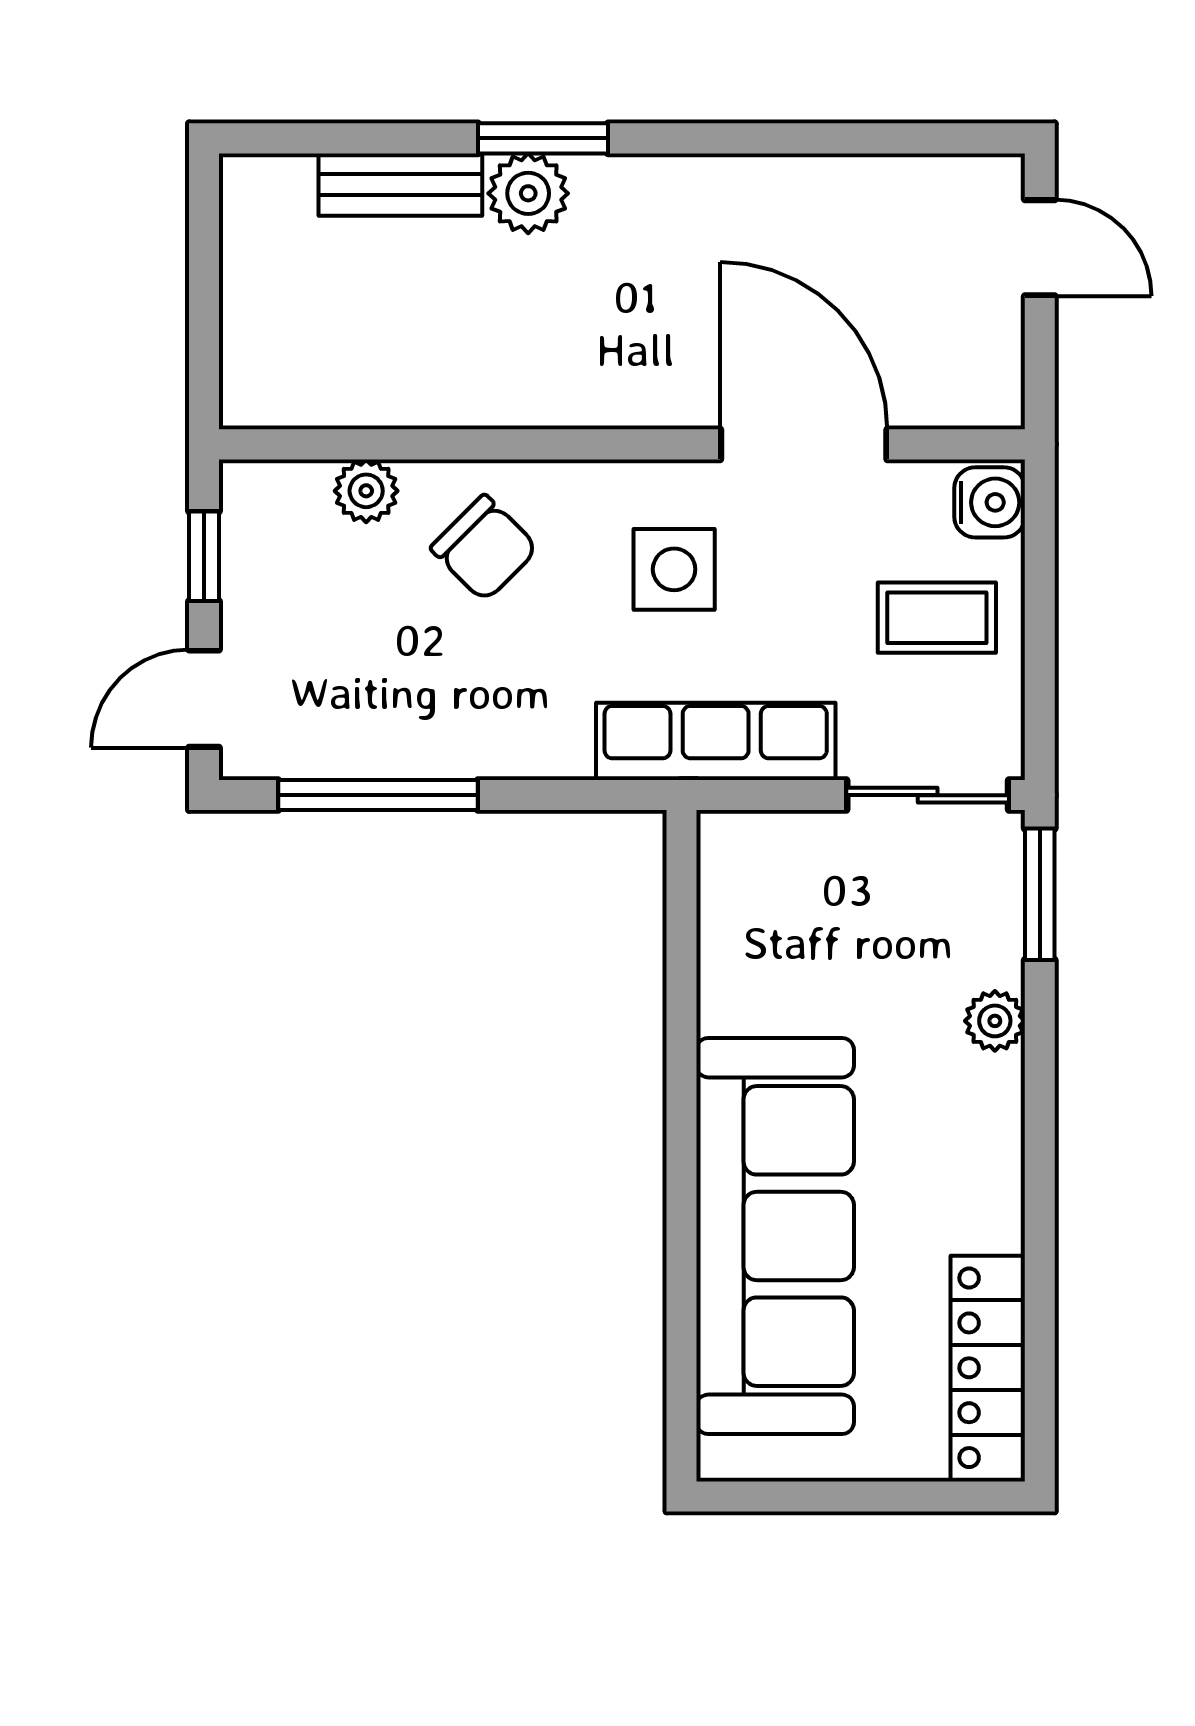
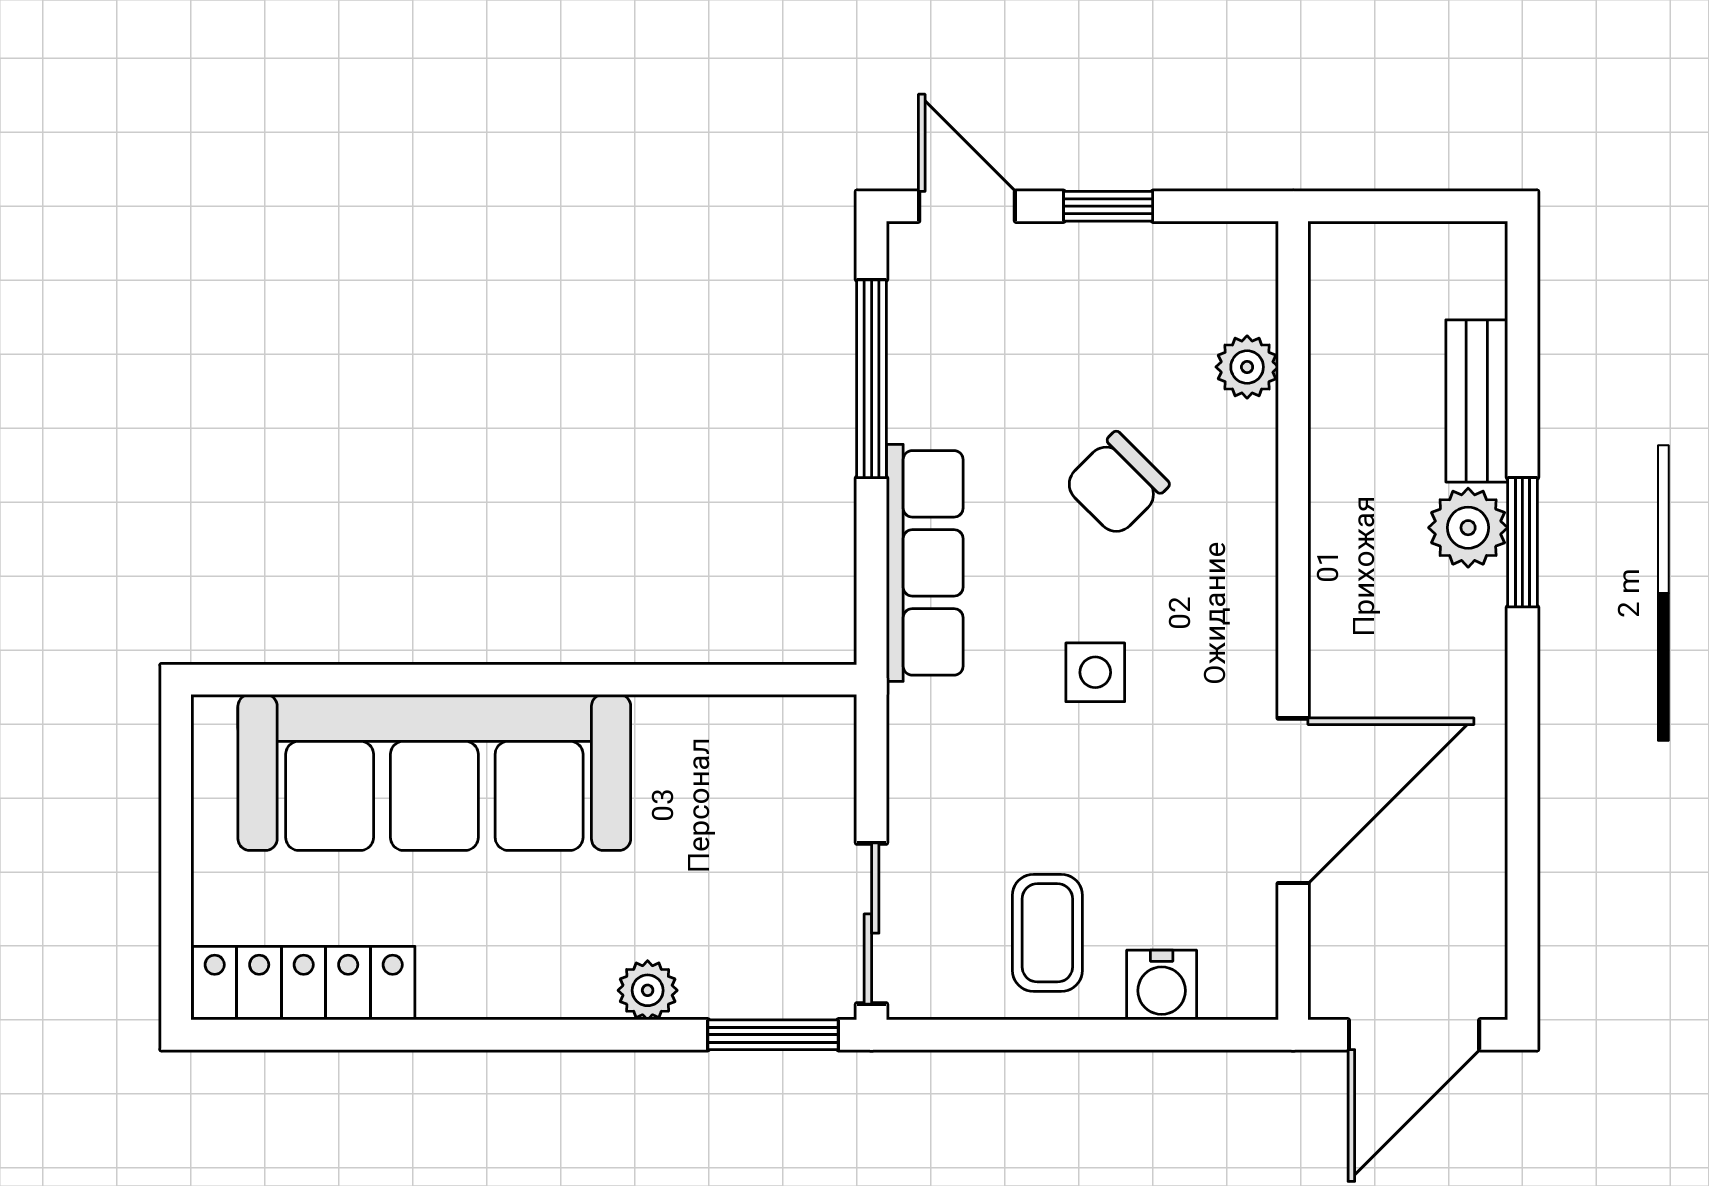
door: (1040, 248) -> (1414, 1035), width x1.38
wall: (622, 444) -> (1293, 621), moved
door: (804, 444) -> (1293, 801), moved
plant: (366, 491) -> (1247, 367), moved
side table: (674, 569) -> (1095, 672), width x0.73, depth x0.73
row of seats: (716, 741) -> (925, 563), moved

